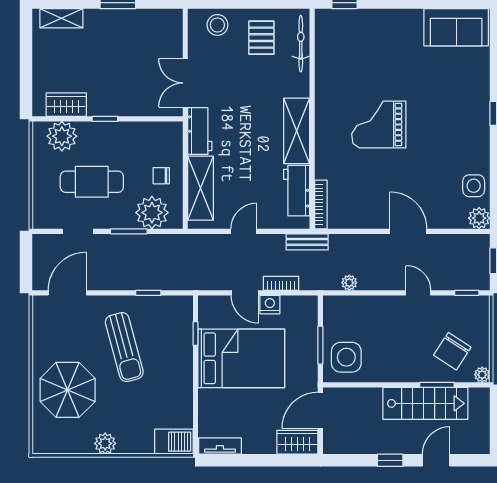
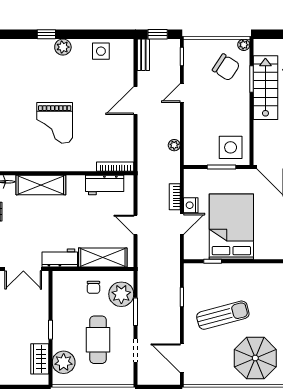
shelving: (297, 131) -> (41, 185), moved
plant: (479, 218) -> (63, 47), moved
bench: (307, 242) -> (143, 55), moved

